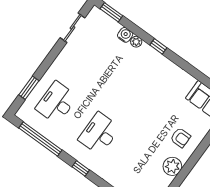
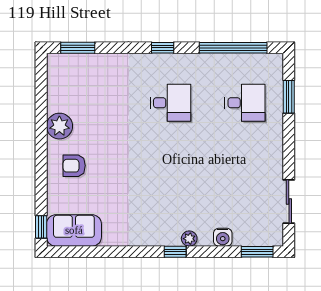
plant: (136, 42) -> (189, 239), moved
desk: (56, 103) -> (245, 103), width x0.73
desk: (99, 134) -> (170, 103), width x0.73

